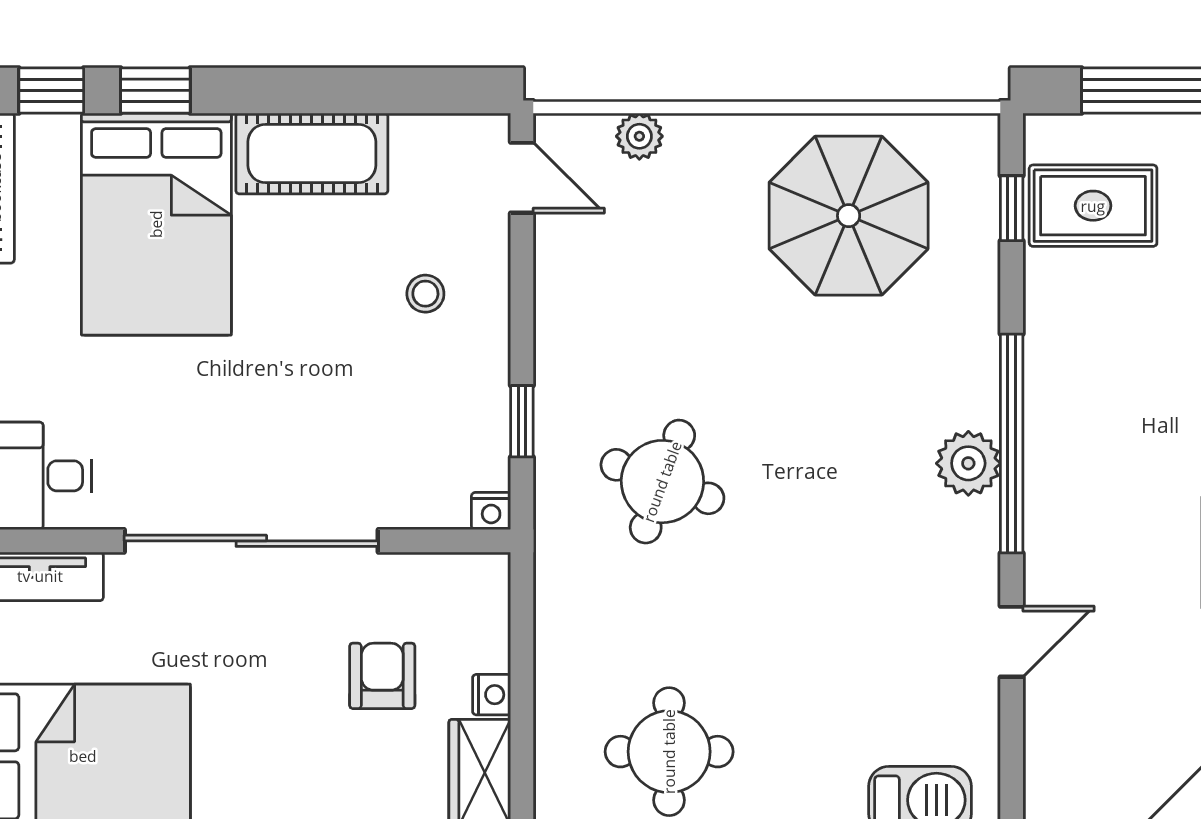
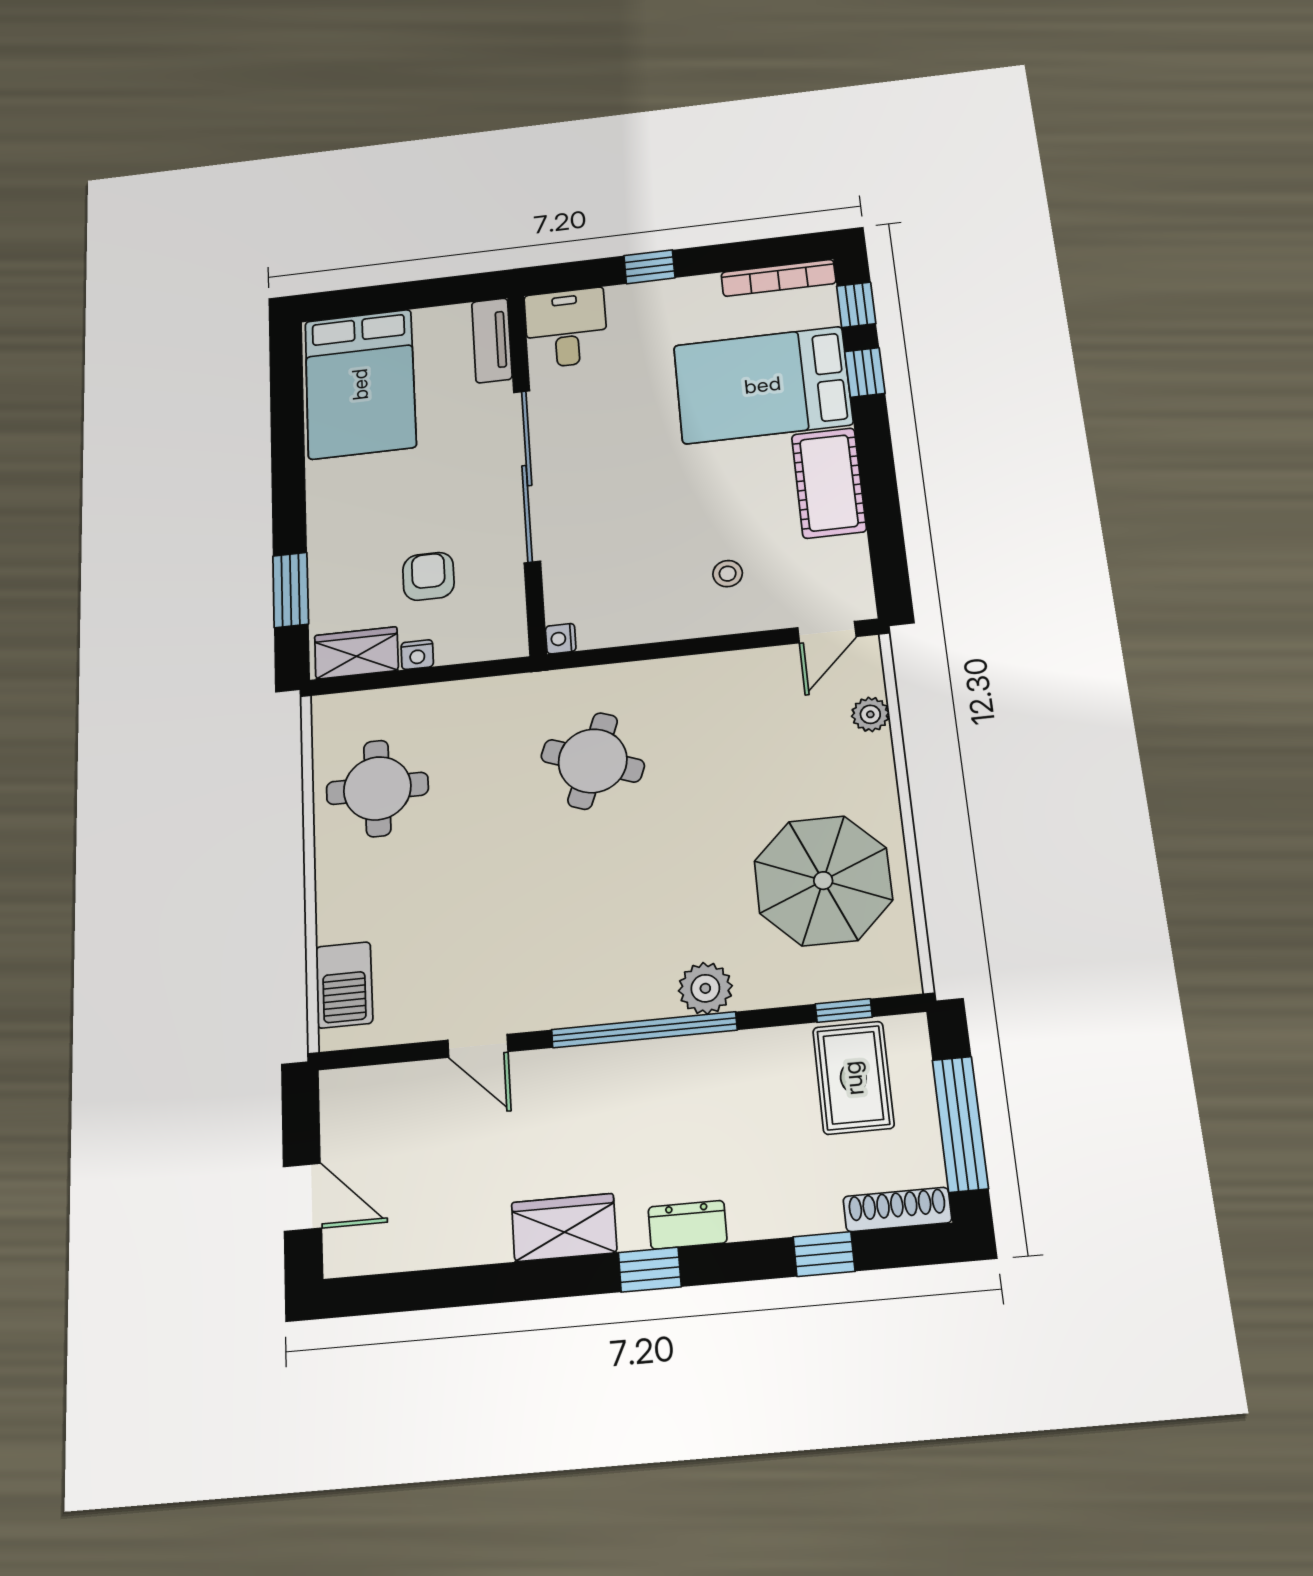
window: (522, 421) -> (633, 653), removed
plant: (968, 463) -> (705, 988), moved
armchair: (382, 676) -> (428, 576), turned -90

